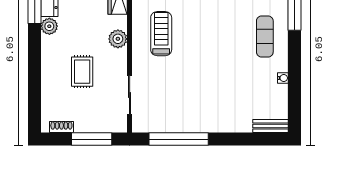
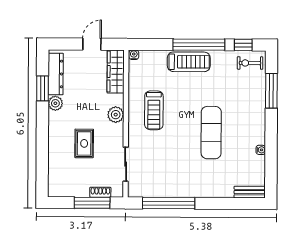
treadmill: (161, 34) -> (154, 110), turned 180
exercise mat: (265, 36) -> (211, 133), moved, width x1.36, depth x1.45
shoe rack: (61, 127) -> (100, 192), moved

